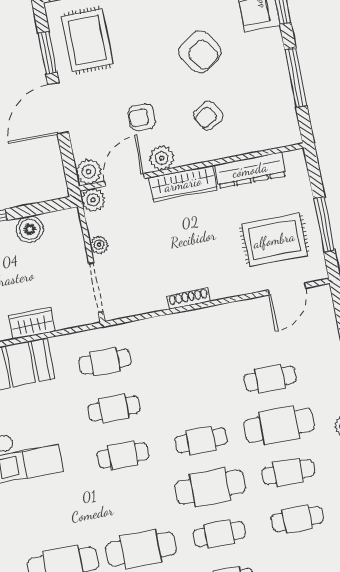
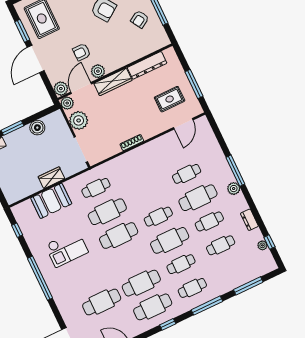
armchair: (208, 115) -> (140, 19), moved
rug: (274, 240) -> (170, 99), width x0.73, depth x0.70
plant: (99, 245) -> (79, 120), width x1.88, depth x1.88
cafe table: (114, 409) -> (107, 212), width x1.37, depth x1.35
cafe table: (123, 455) -> (119, 236), width x1.37, depth x1.35

